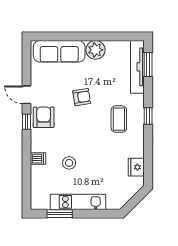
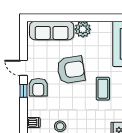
armchair: (82, 97) -> (71, 70), width x1.88, depth x1.88
armchair: (44, 117) -> (38, 87), turned 180

